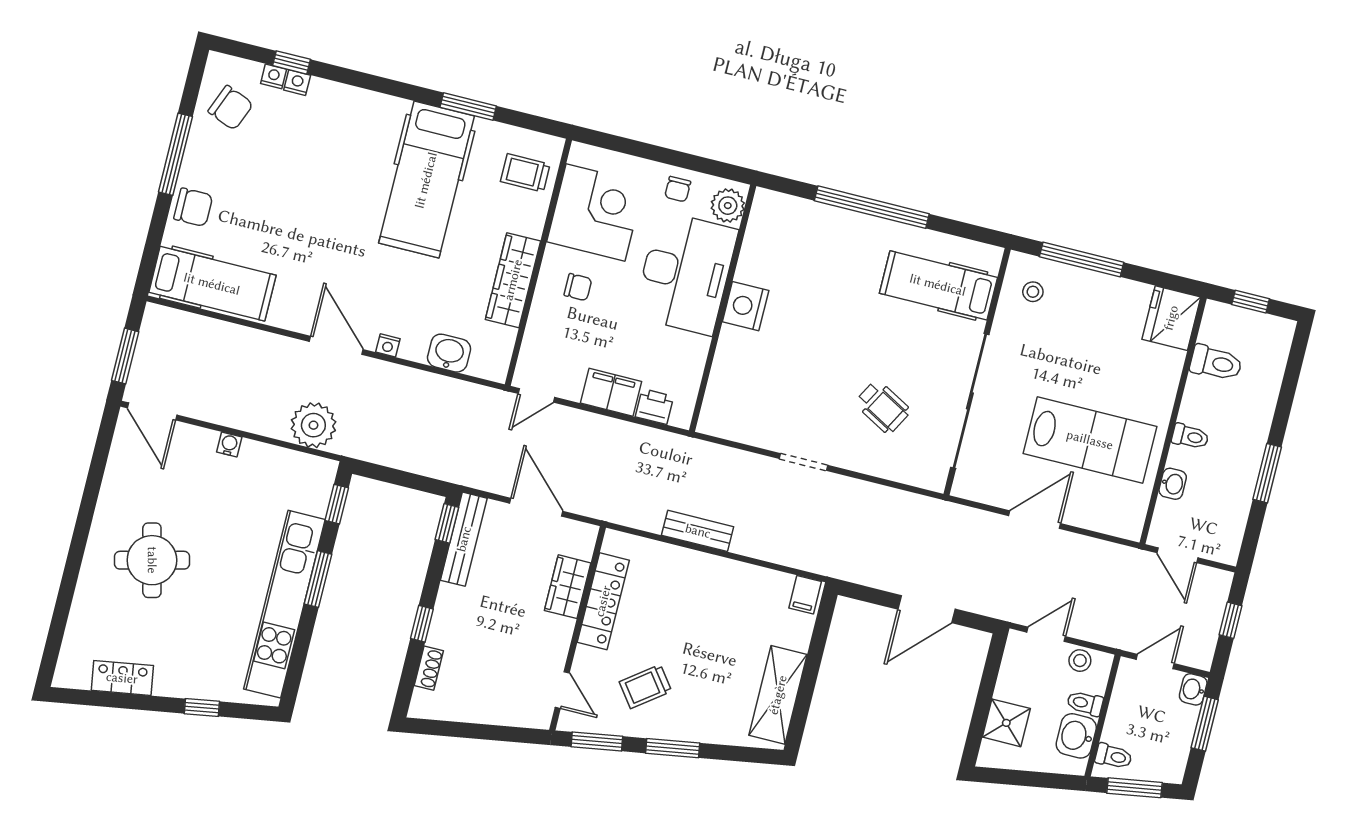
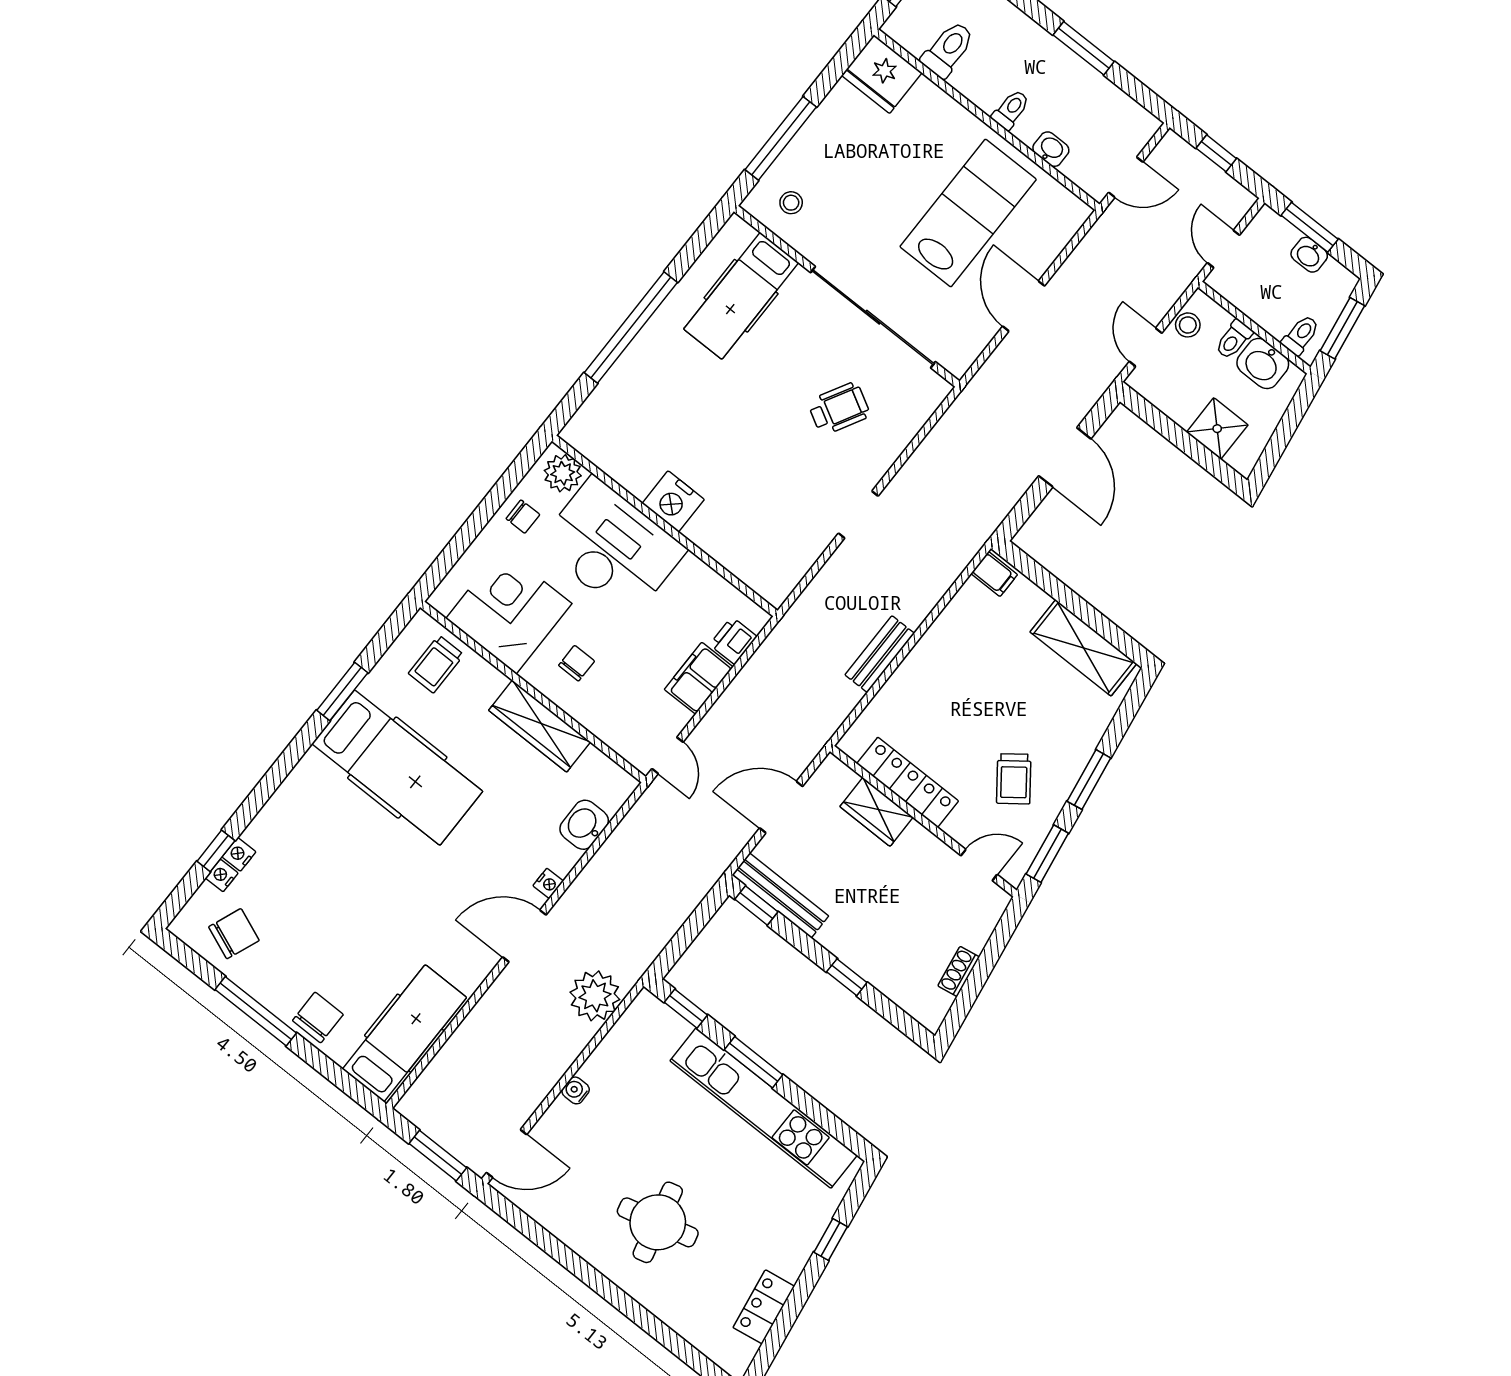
shoe rack: (429, 668) -> (959, 971), moved, turned -99
washbasin: (1193, 689) -> (1309, 255), moved

